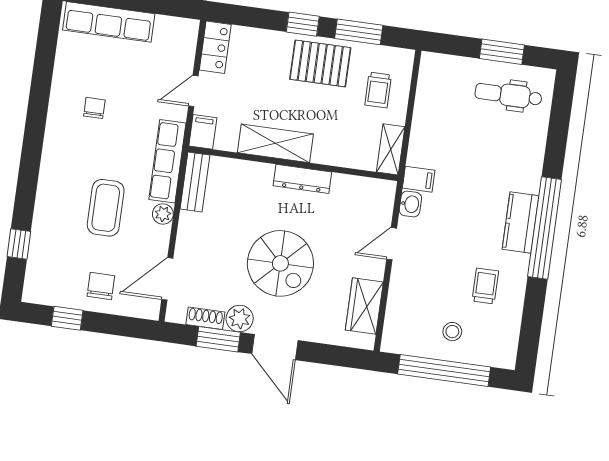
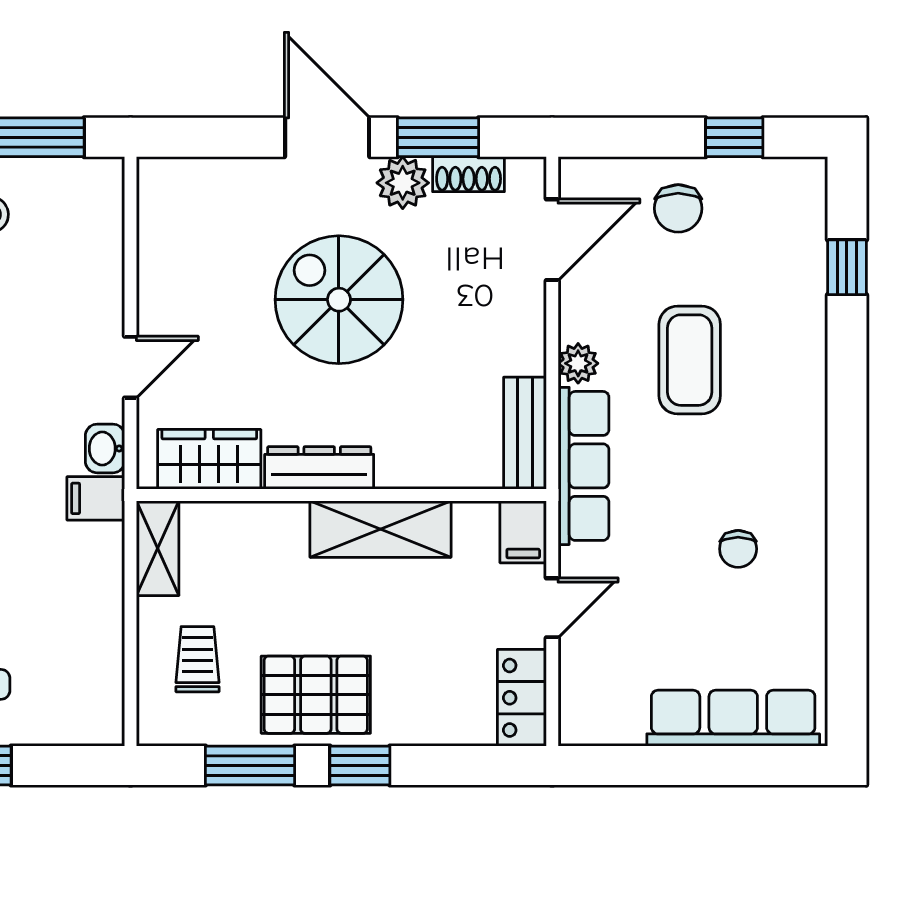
wardrobe: (364, 306) -> (209, 459), moved, turned -90

